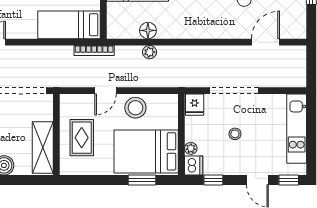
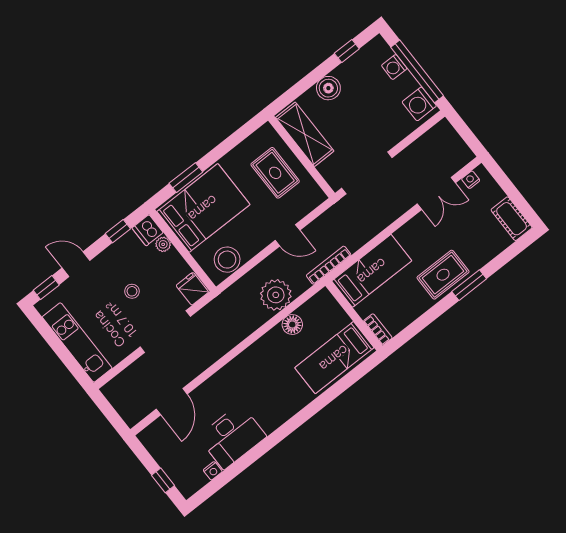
plant: (150, 52) -> (276, 295), width x1.88, depth x1.88
door: (106, 91) -> (288, 235), swing flipped
stool: (135, 108) -> (227, 260), moved

